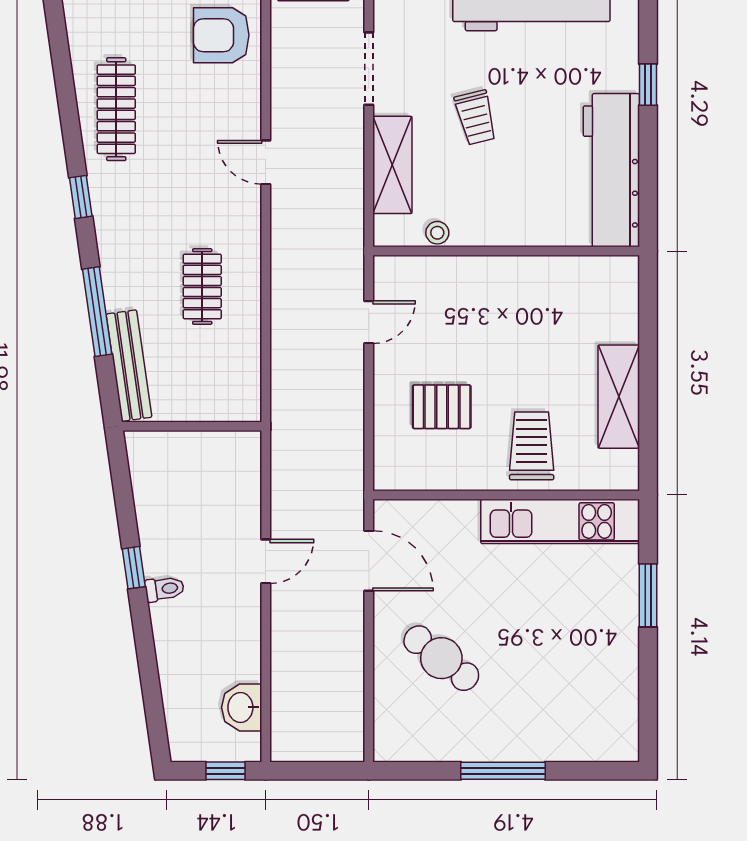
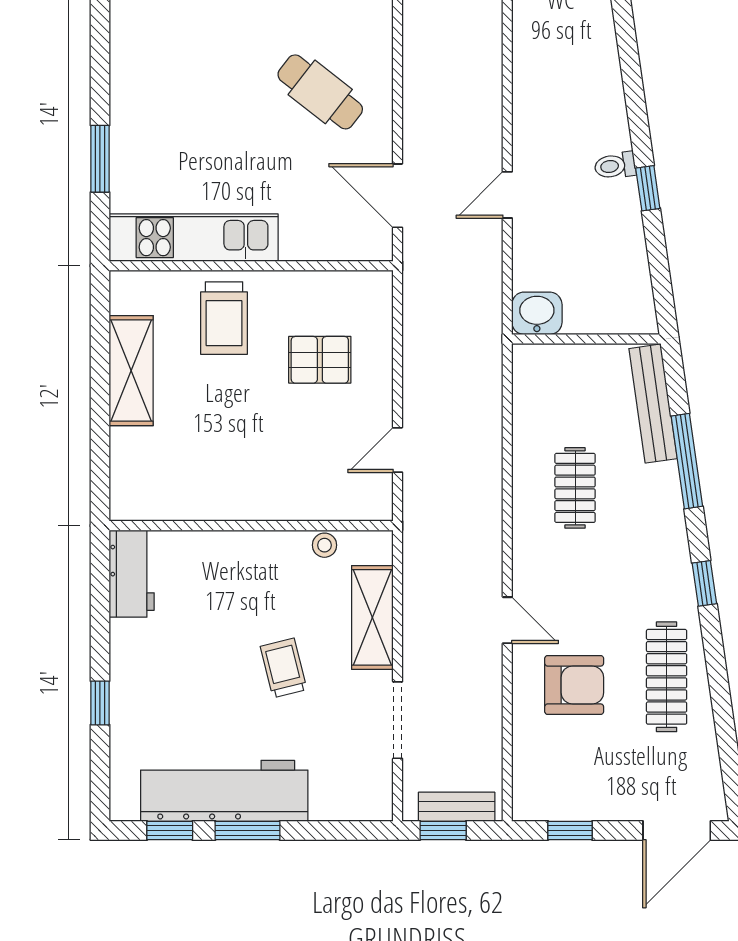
armchair: (221, 35) -> (574, 685), moved
workbench: (611, 170) -> (132, 574), width x0.53, depth x0.76
washbasin: (242, 707) -> (537, 313), moved, turned -90

